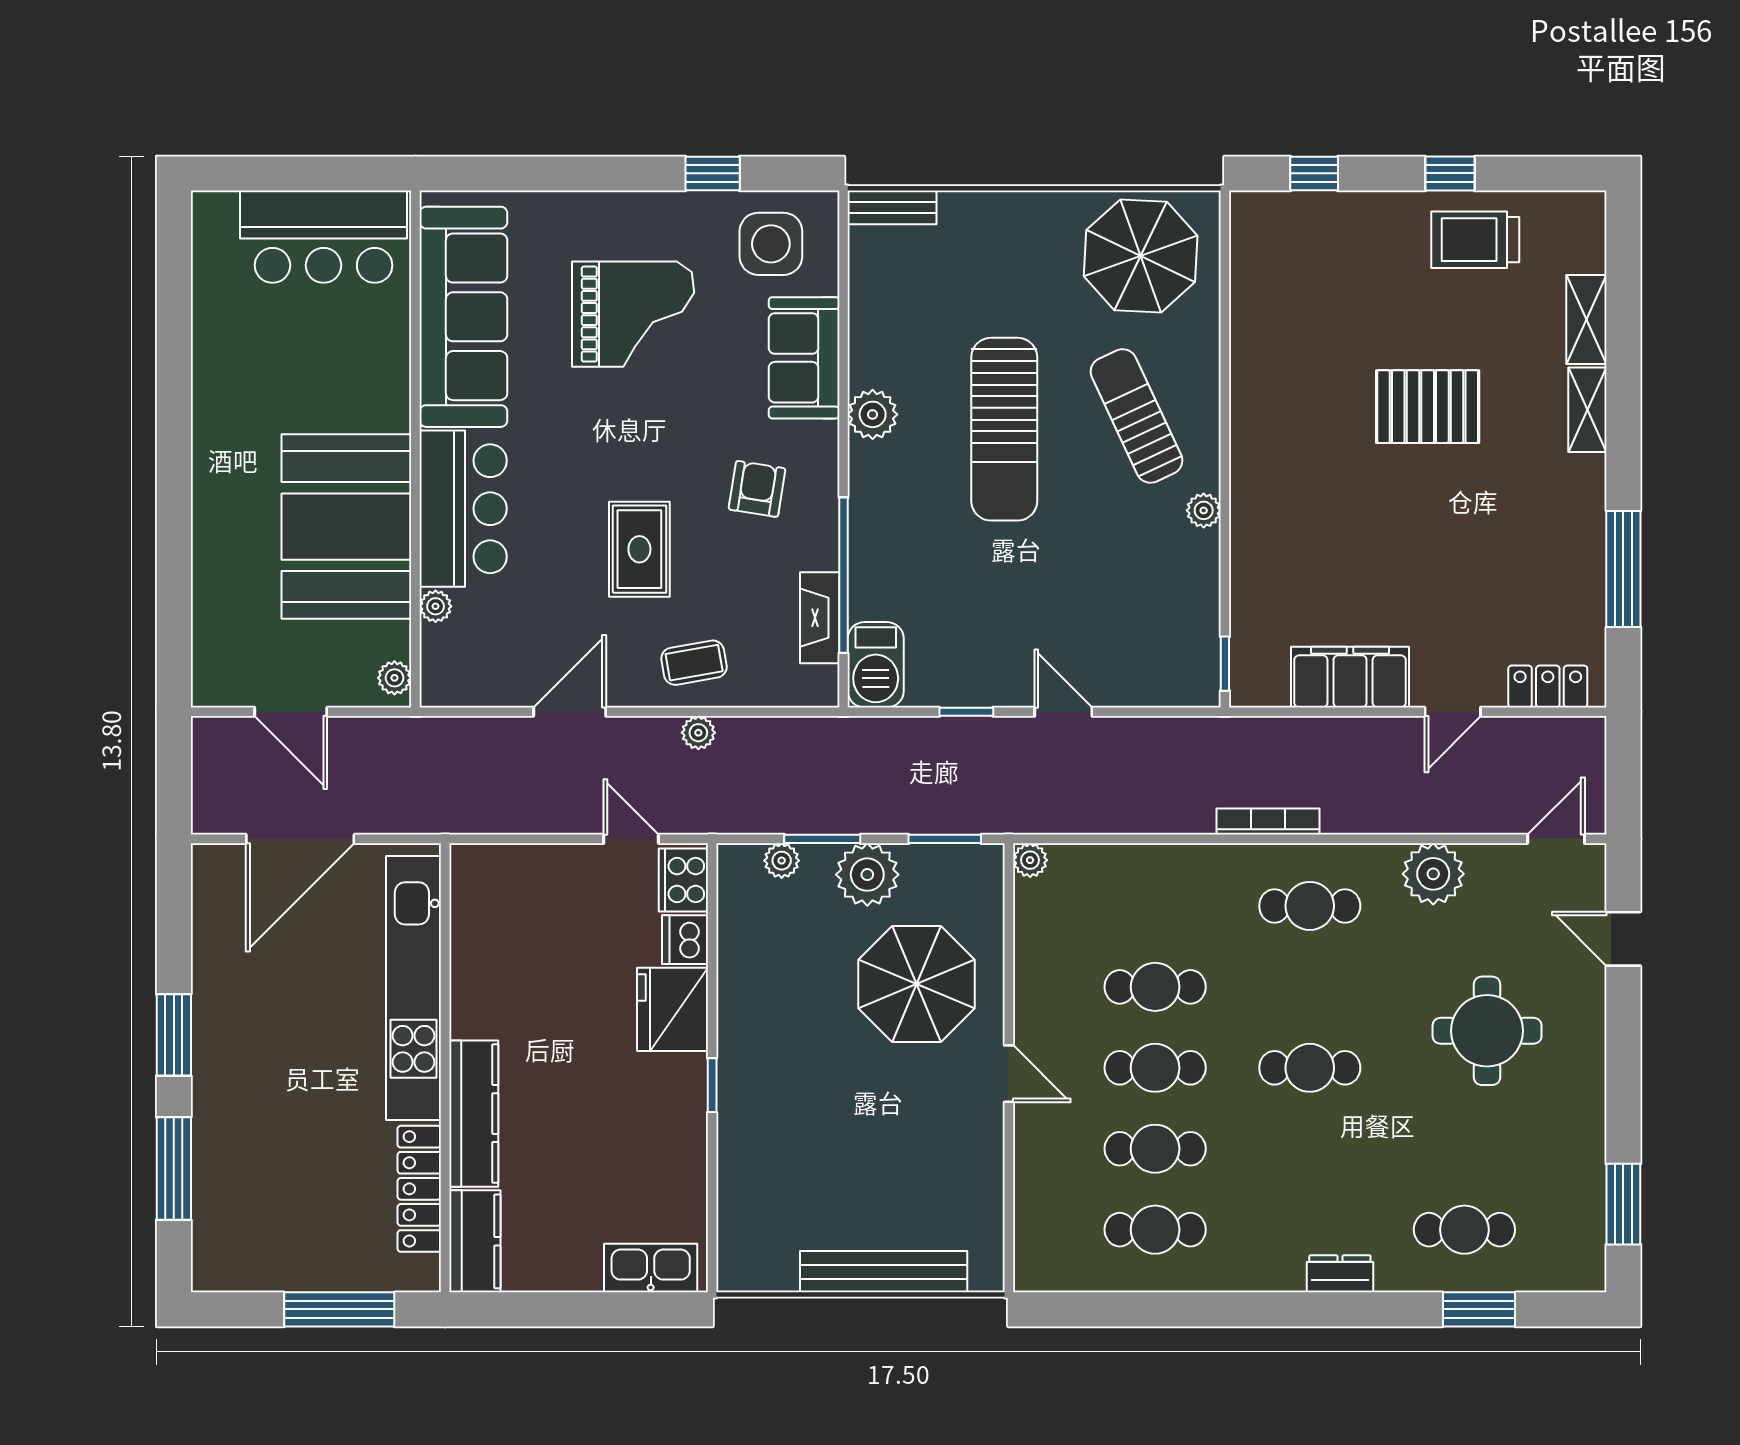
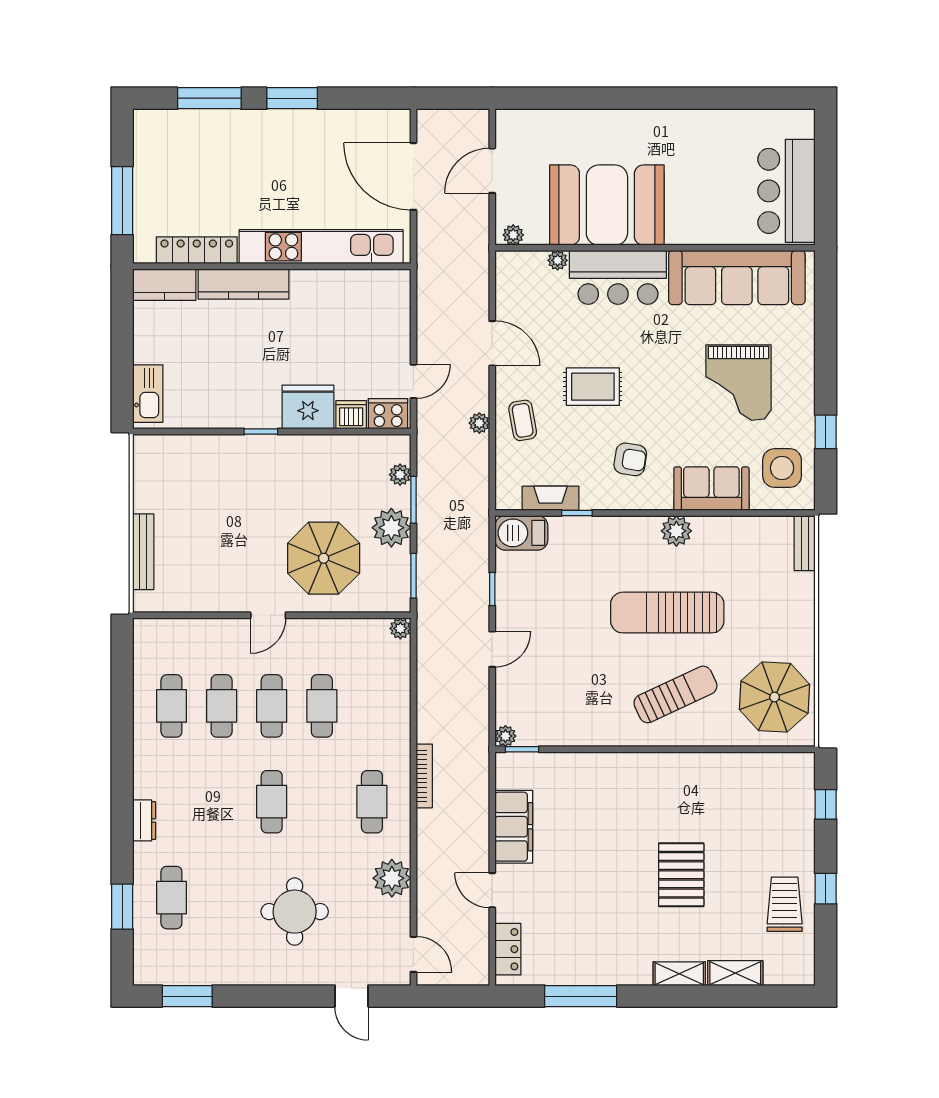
plant: (1204, 510) -> (505, 736), moved
window: (844, 575) -> (577, 513), width x0.32
door: (1623, 939) -> (352, 996), swing flipped
bench: (884, 1272) -> (143, 552), width x0.73, depth x0.82

